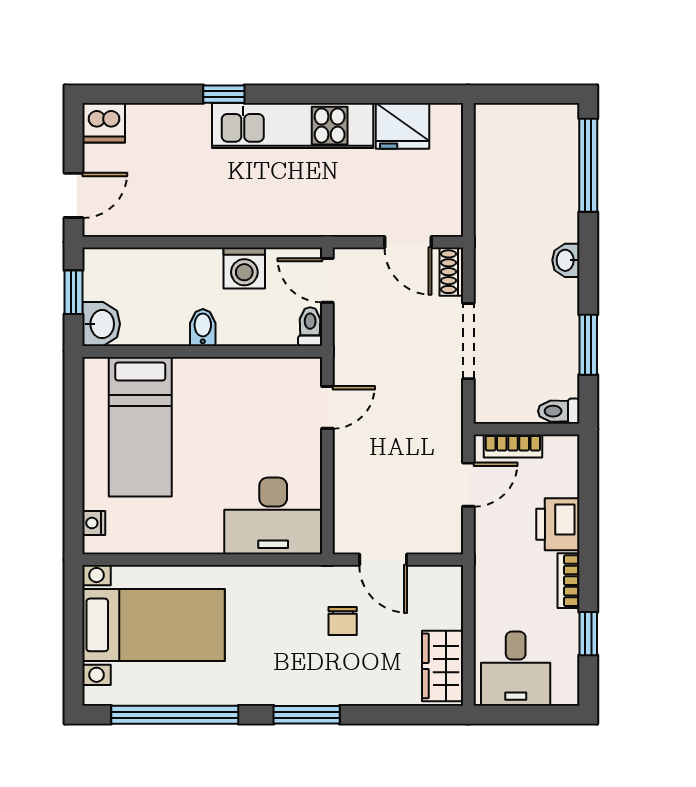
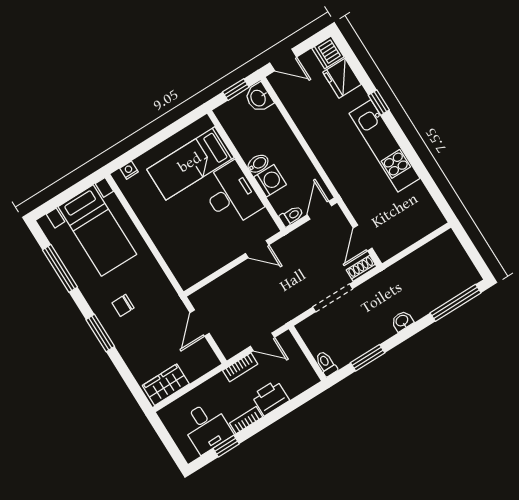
fridge: (402, 126) -> (342, 78), moved
washing machine: (244, 268) -> (270, 181), moved, turned 180
washbasin: (101, 324) -> (259, 98), moved, turned 90
bookcase: (513, 446) -> (240, 367), moved, turned -90
desk: (273, 516) -> (231, 195), moved, turned 180
chair: (343, 621) -> (123, 305), moved
desk: (516, 669) -> (206, 427), moved, turned -90
window: (175, 715) -> (60, 268), width x0.68

